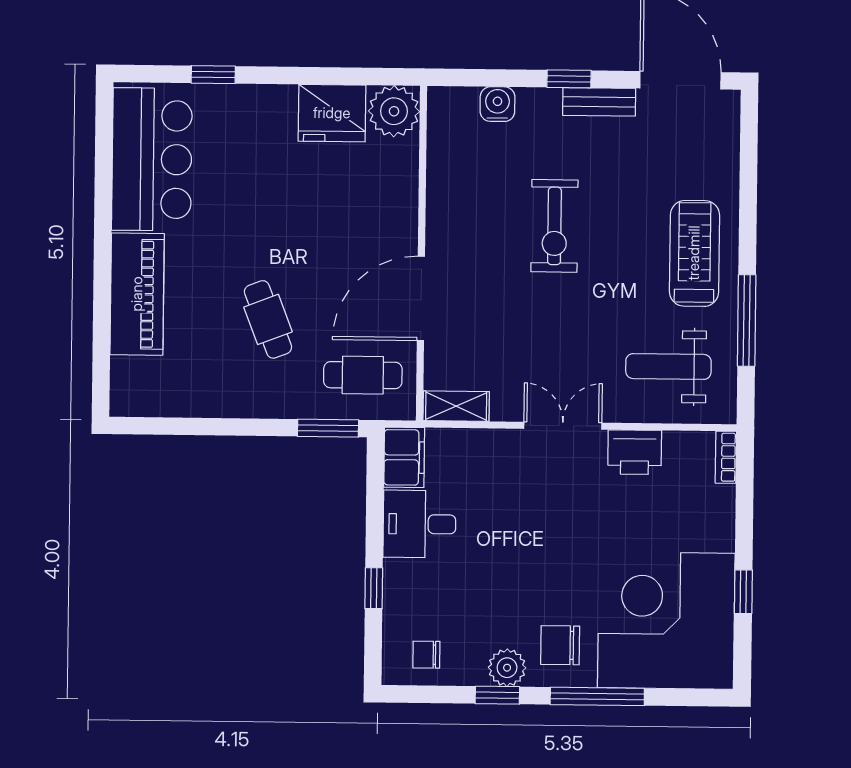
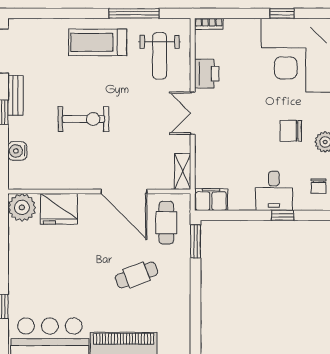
fridge: (332, 113) -> (59, 209), moved, turned 90
desk: (419, 524) -> (274, 191), moved
chair: (560, 645) -> (291, 131), moved, turned 90

